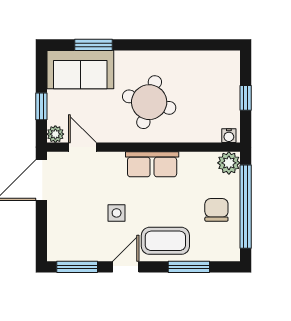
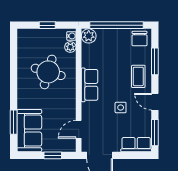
round table: (149, 102) -> (48, 72), moved
plant: (55, 134) -> (70, 47), moved
chair: (216, 210) -> (139, 39), moved, turned -90
row of seats: (58, 237) -> (136, 145), added
coffee table: (165, 241) -> (138, 76), width x0.73, depth x0.77

